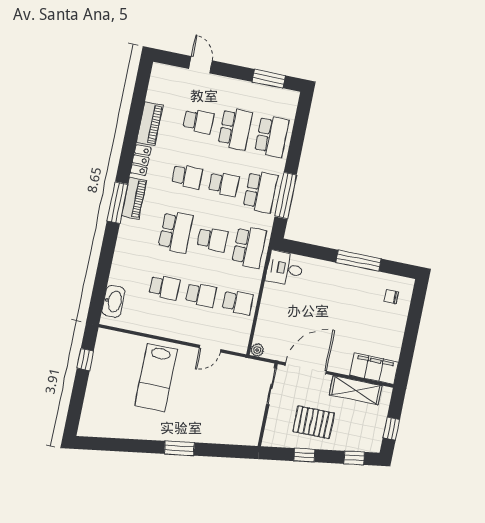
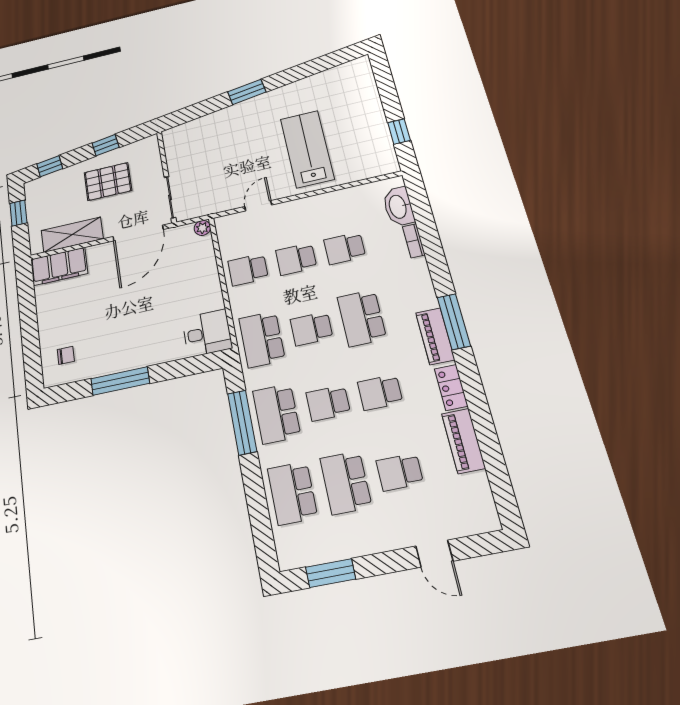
bookcase: (115, 271) -> (414, 241), added

